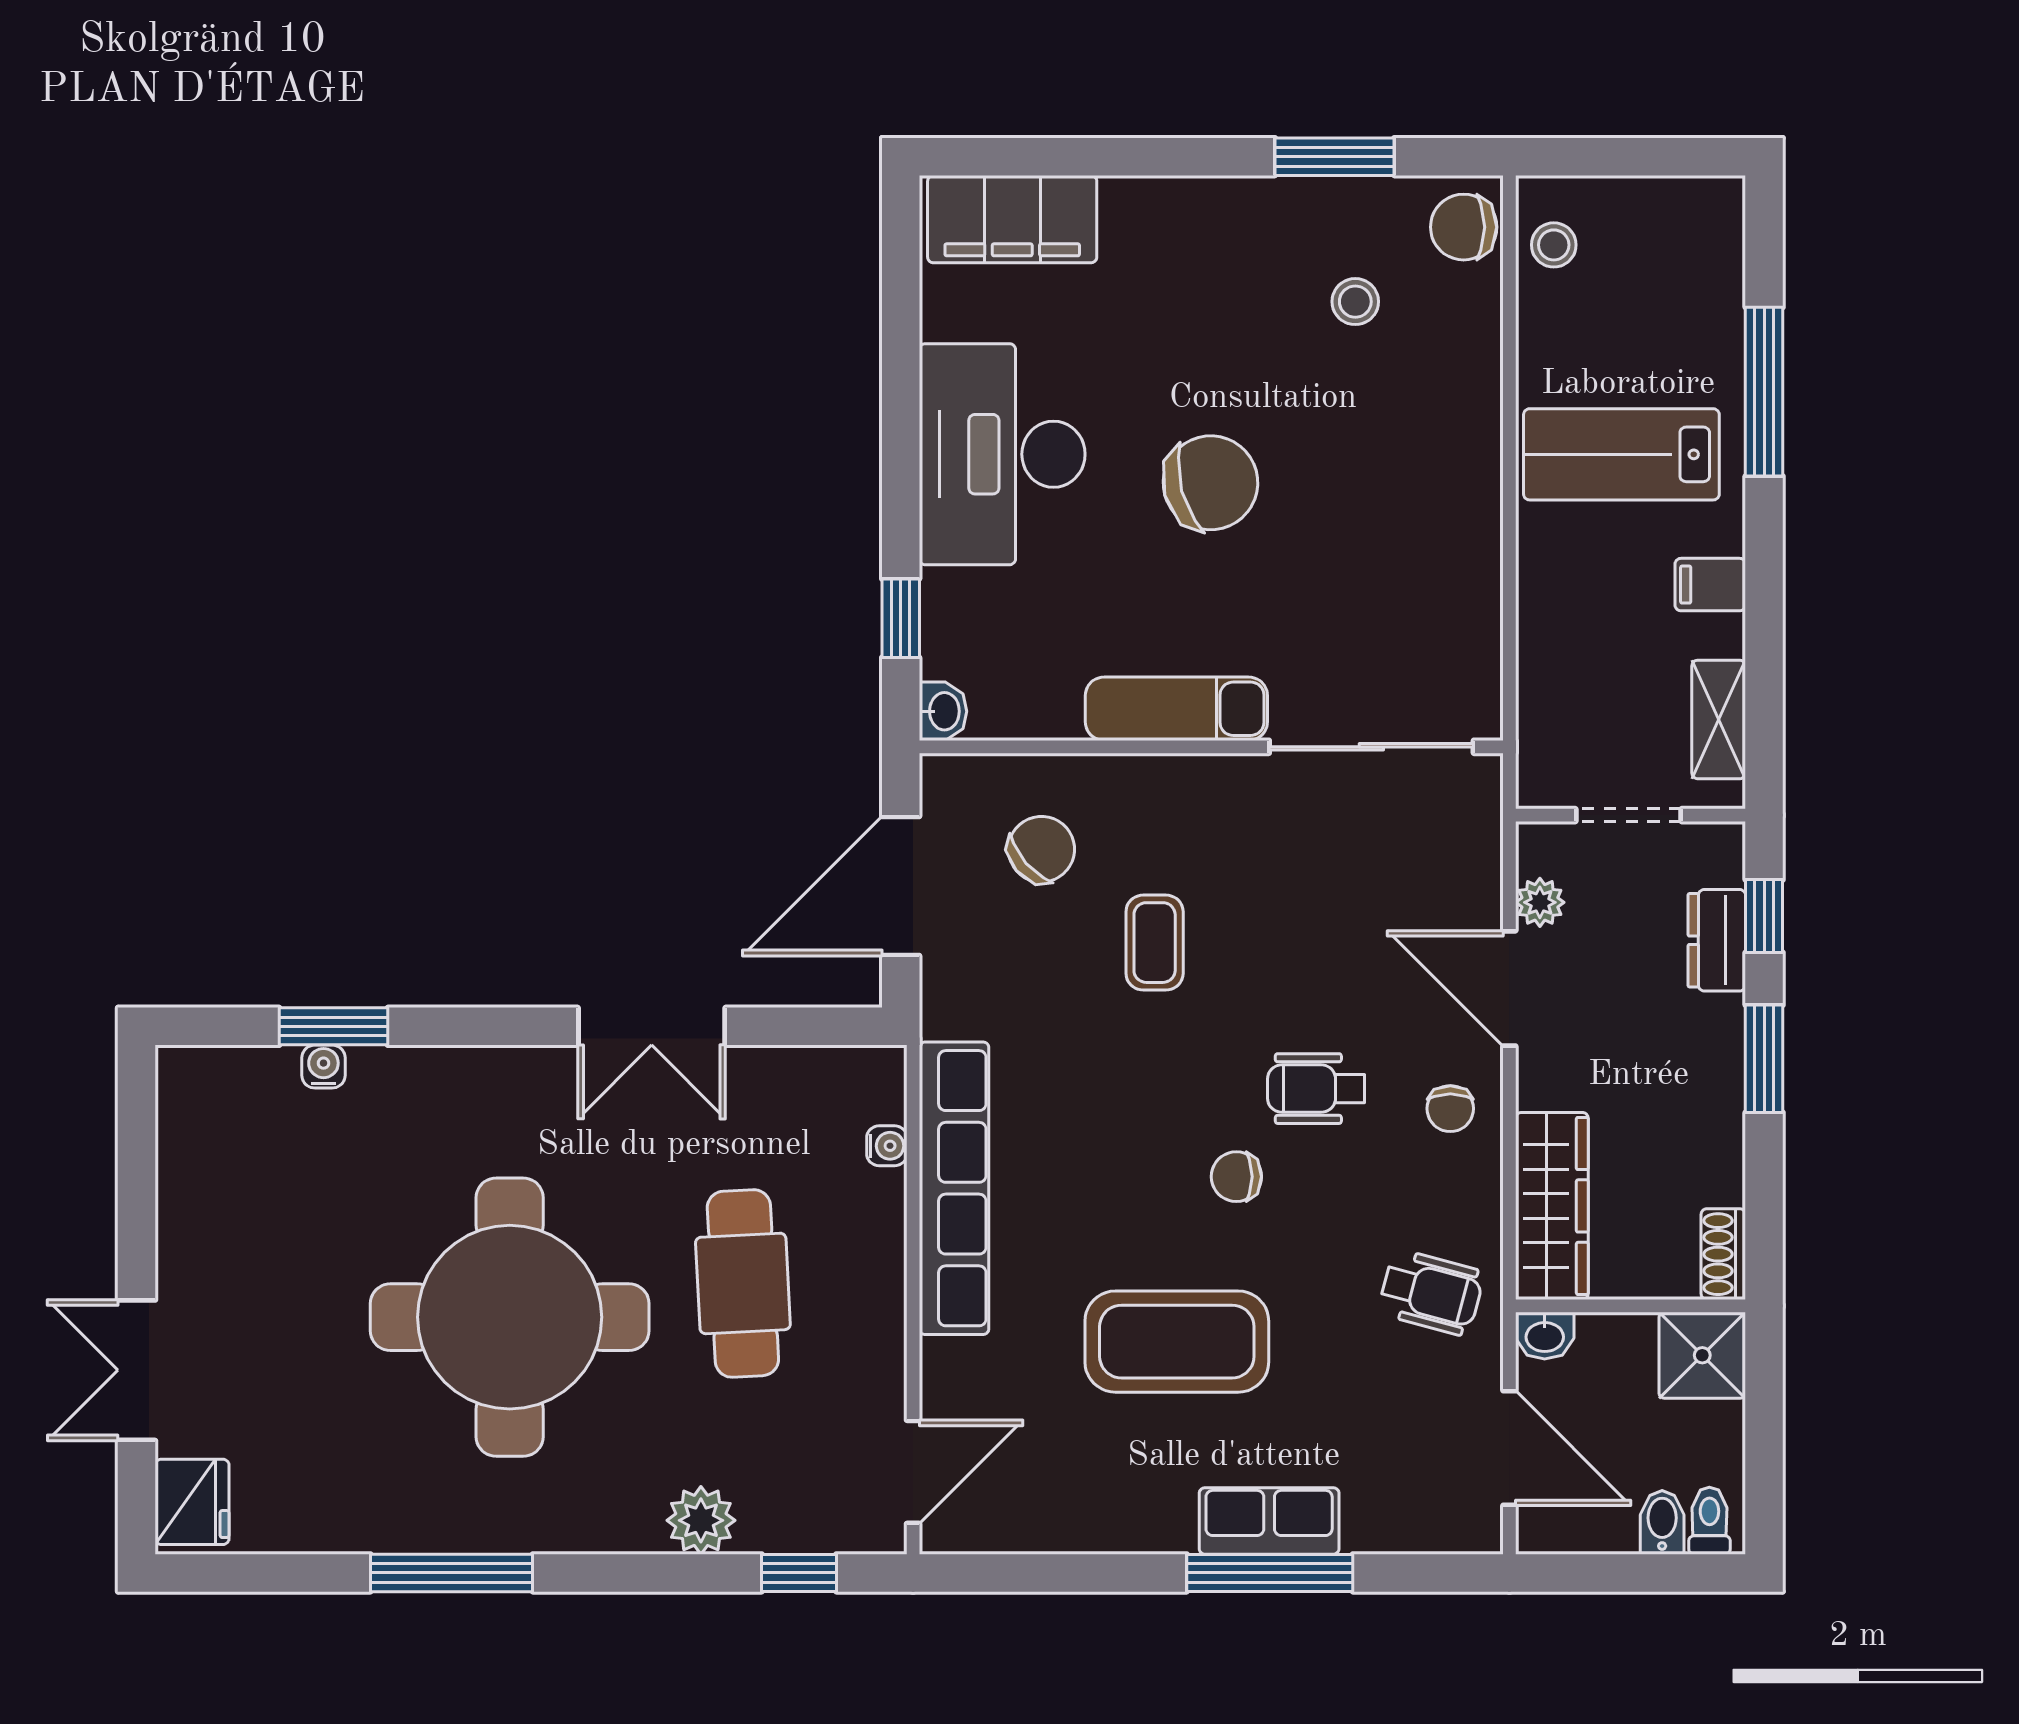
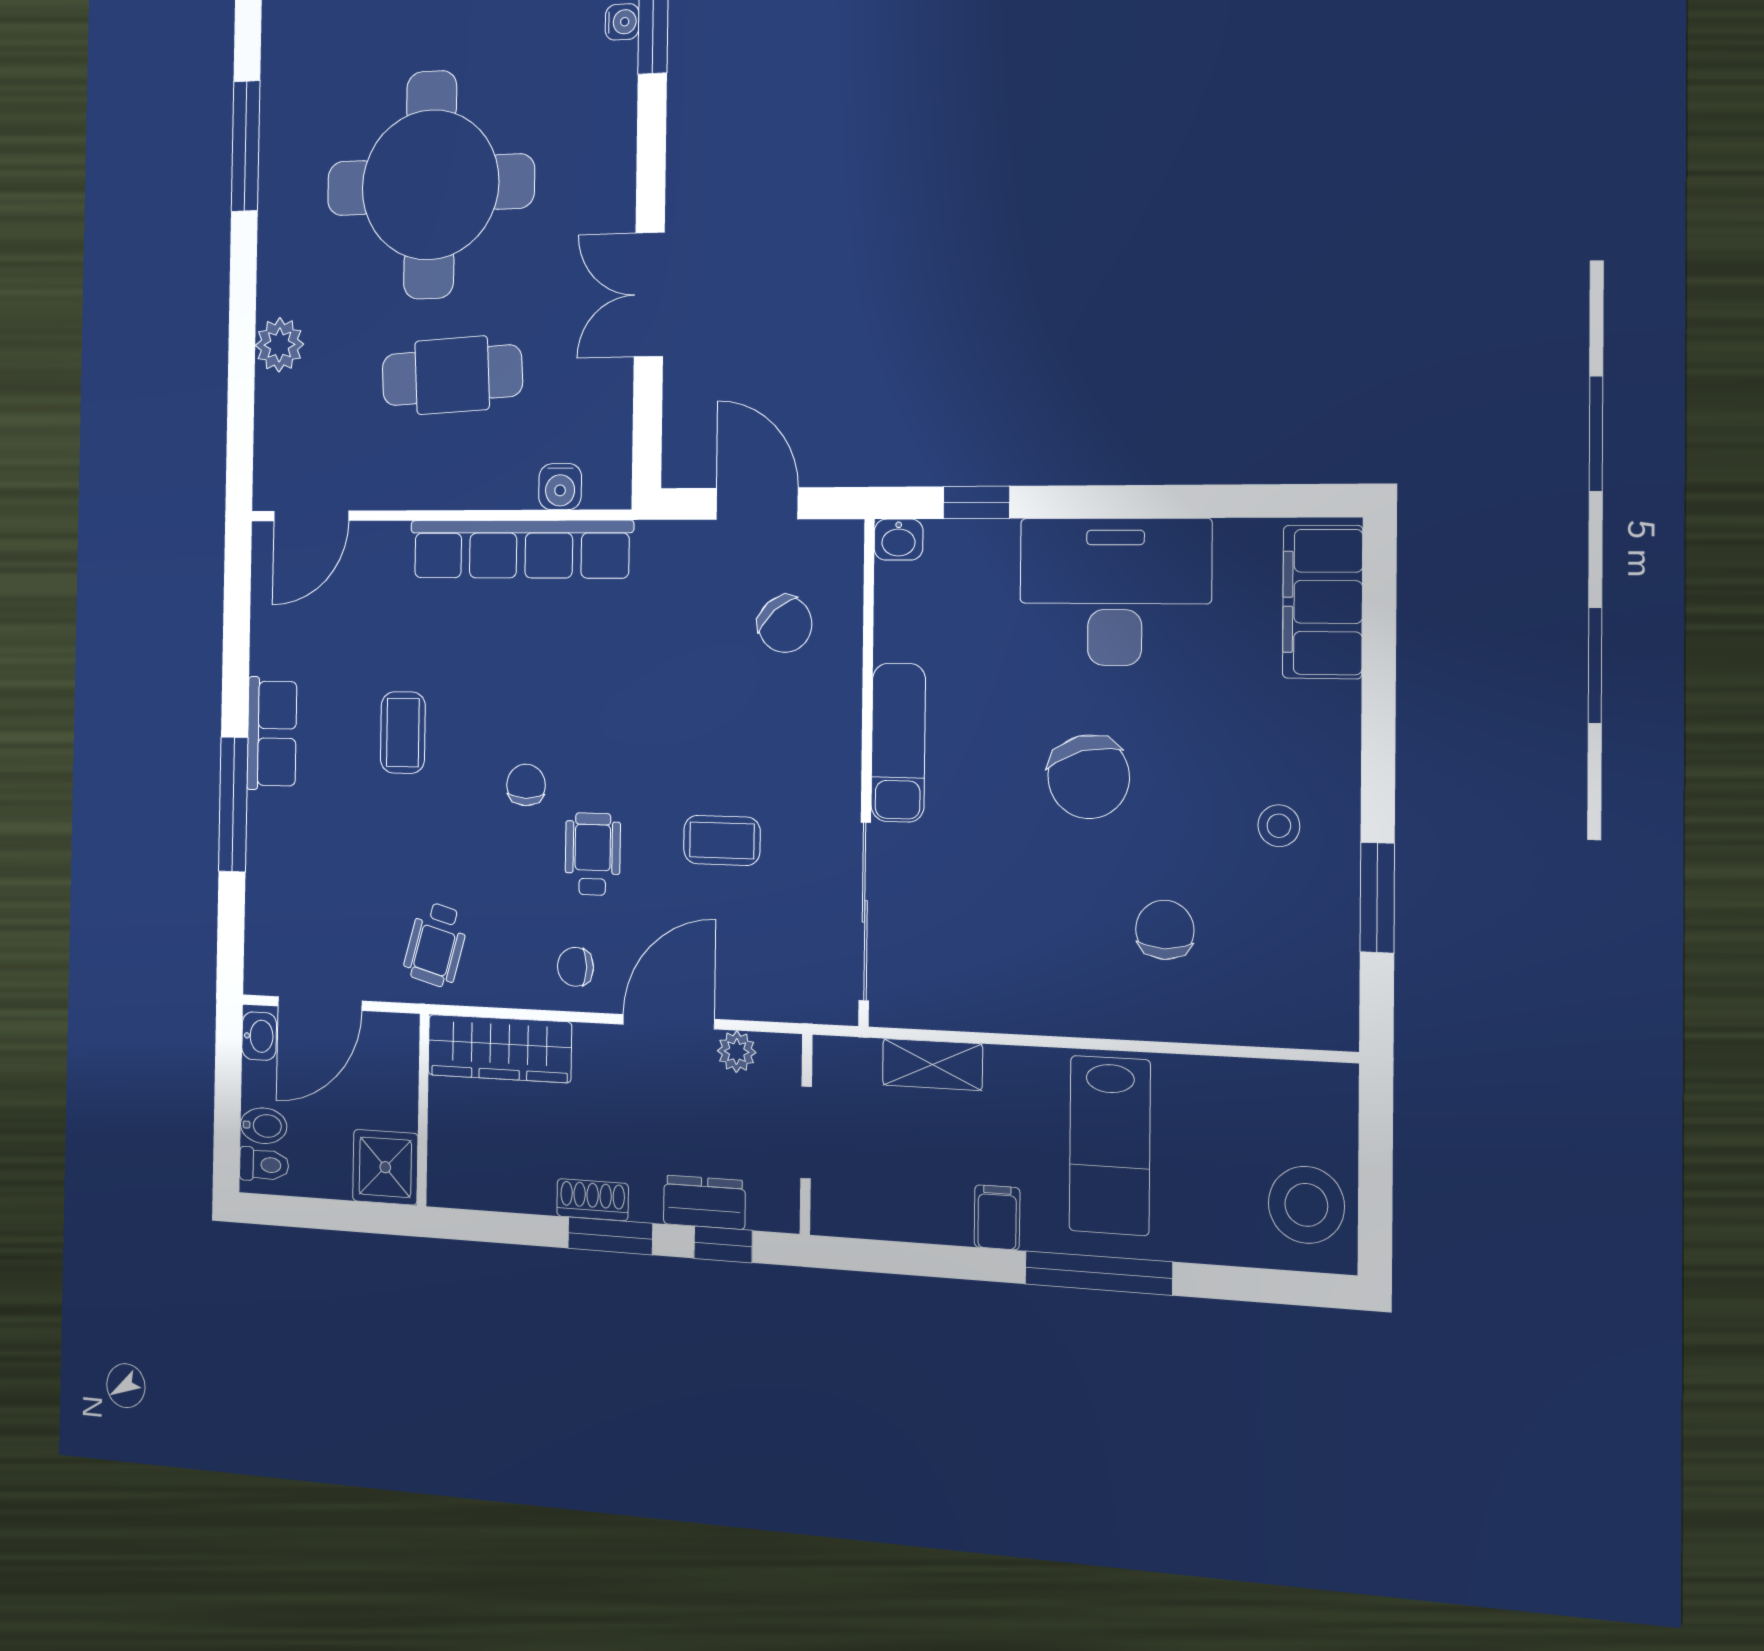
chair: (1464, 227) -> (1165, 930), moved
stool: (1554, 245) -> (1306, 1205), moved, width x1.89, depth x1.89
stool: (1355, 302) -> (1279, 826), moved
window: (1764, 392) -> (1098, 1273), moved
lab bench: (1621, 454) -> (1110, 1145), turned 180
shelving: (1719, 719) -> (932, 1064), moved
door: (901, 886) -> (757, 504), width x0.73
coffee table: (1155, 943) -> (722, 840), moved
water cooler: (887, 1146) -> (560, 487), width x1.38, depth x1.38
shoe rack: (1723, 1254) -> (593, 1200), moved
washbasin: (1545, 1336) -> (259, 1036), moved, turned 180
coffee table: (1177, 1342) -> (403, 733), width x0.54, depth x0.58
door: (913, 1472) -> (311, 516), hinge flipped
row of seats: (1269, 1521) -> (272, 733), moved
window: (799, 1573) -> (240, 424), removed

